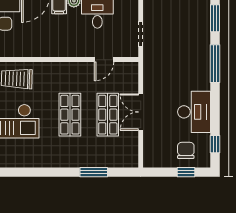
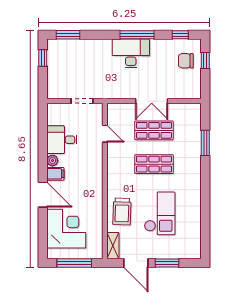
window: (215, 64) -> (137, 35), moved
desk: (194, 112) -> (131, 53), moved

